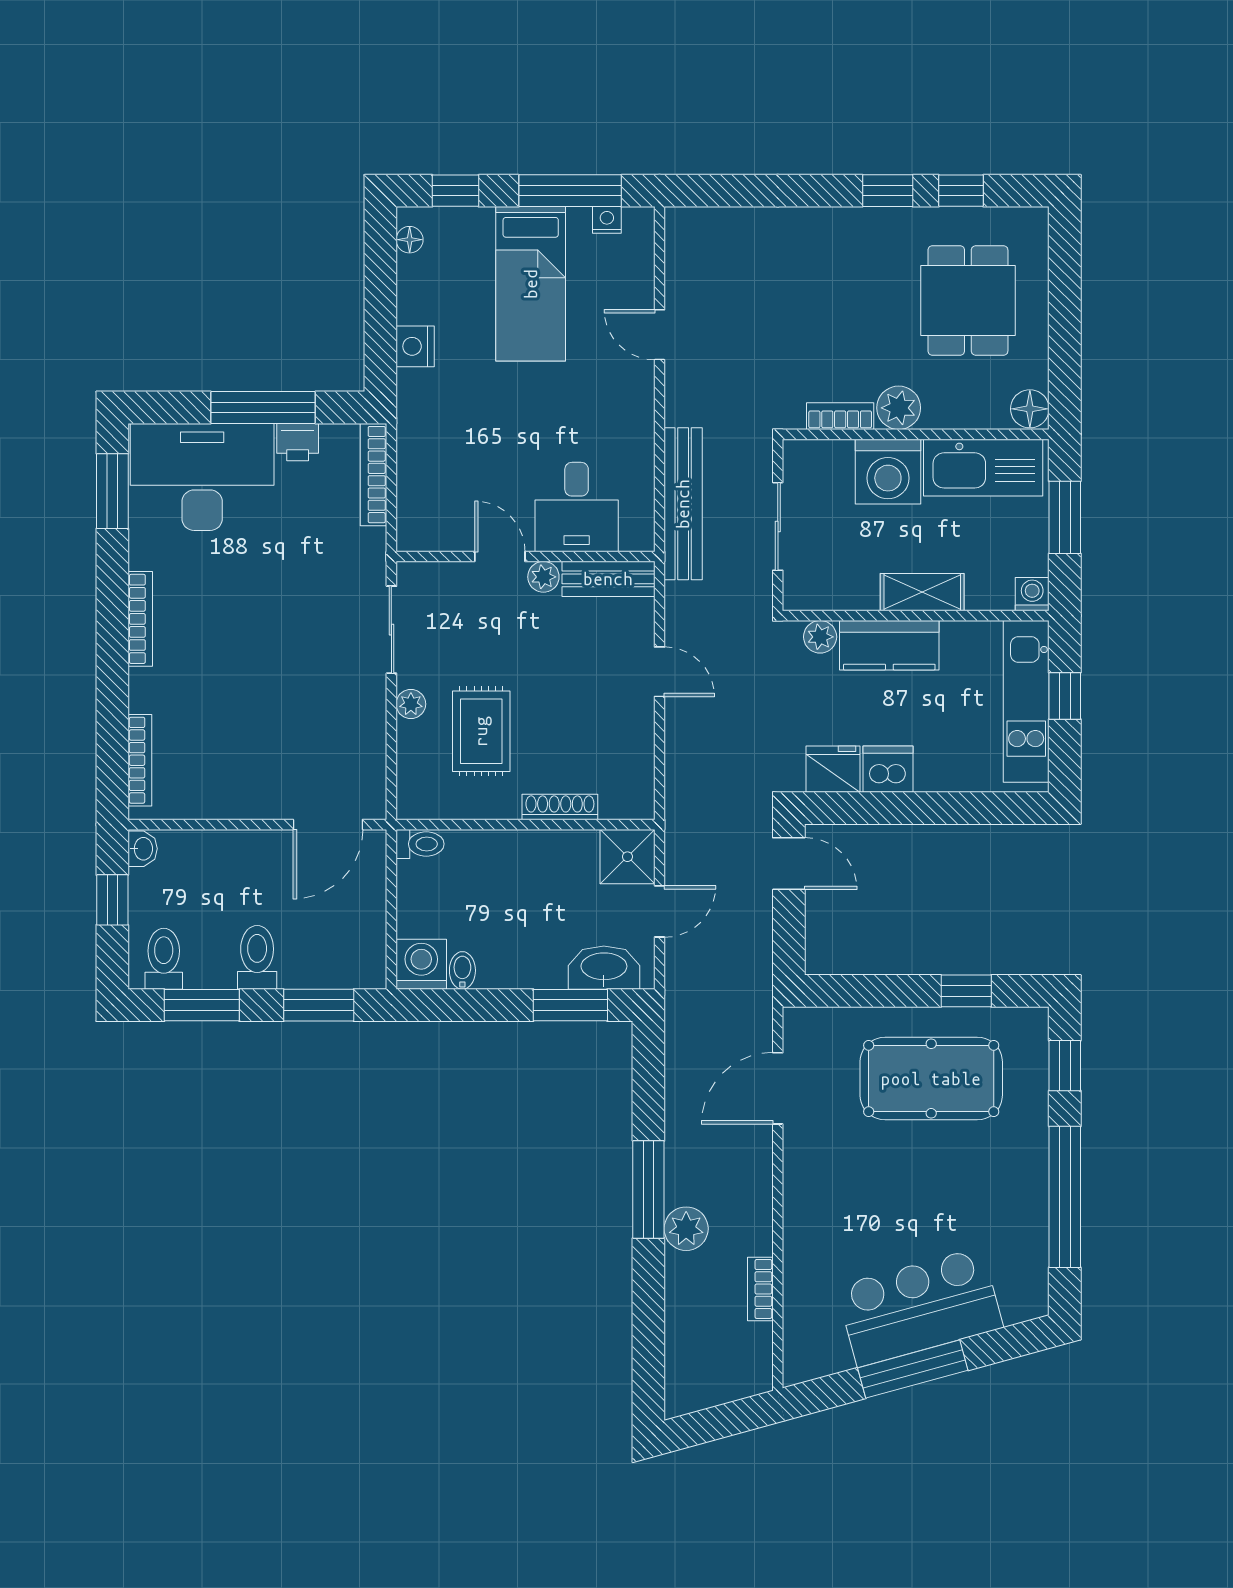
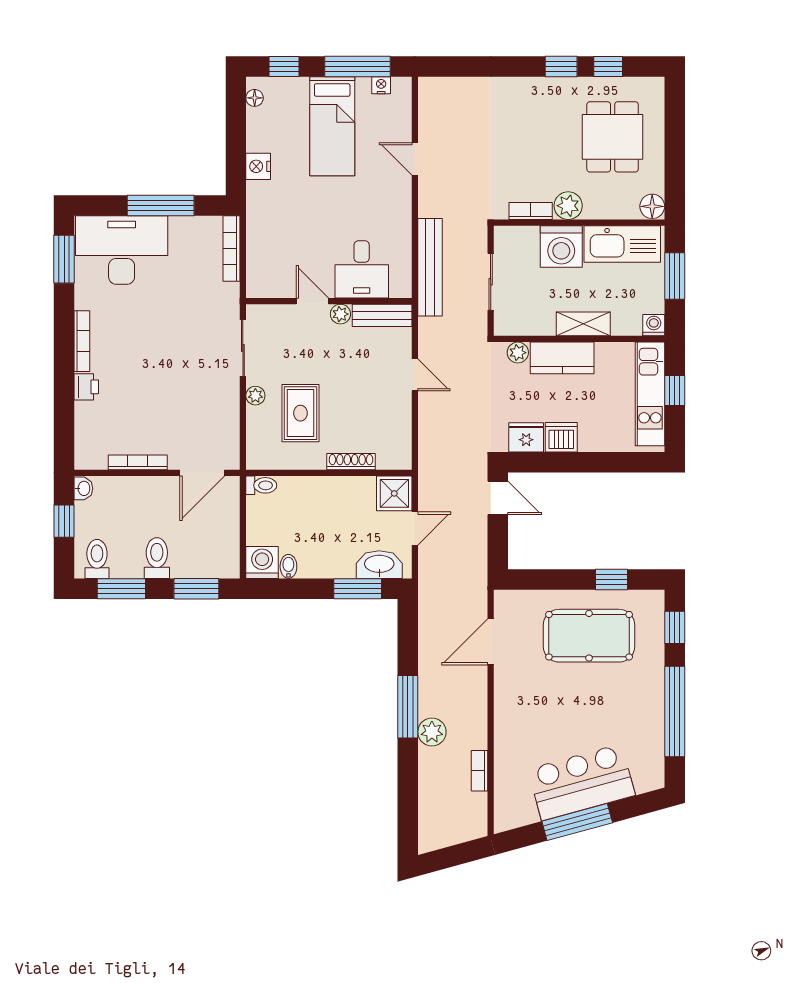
printer: (298, 442) -> (86, 387), moved, turned -90
bookcase: (140, 760) -> (138, 462), moved, turned -90

